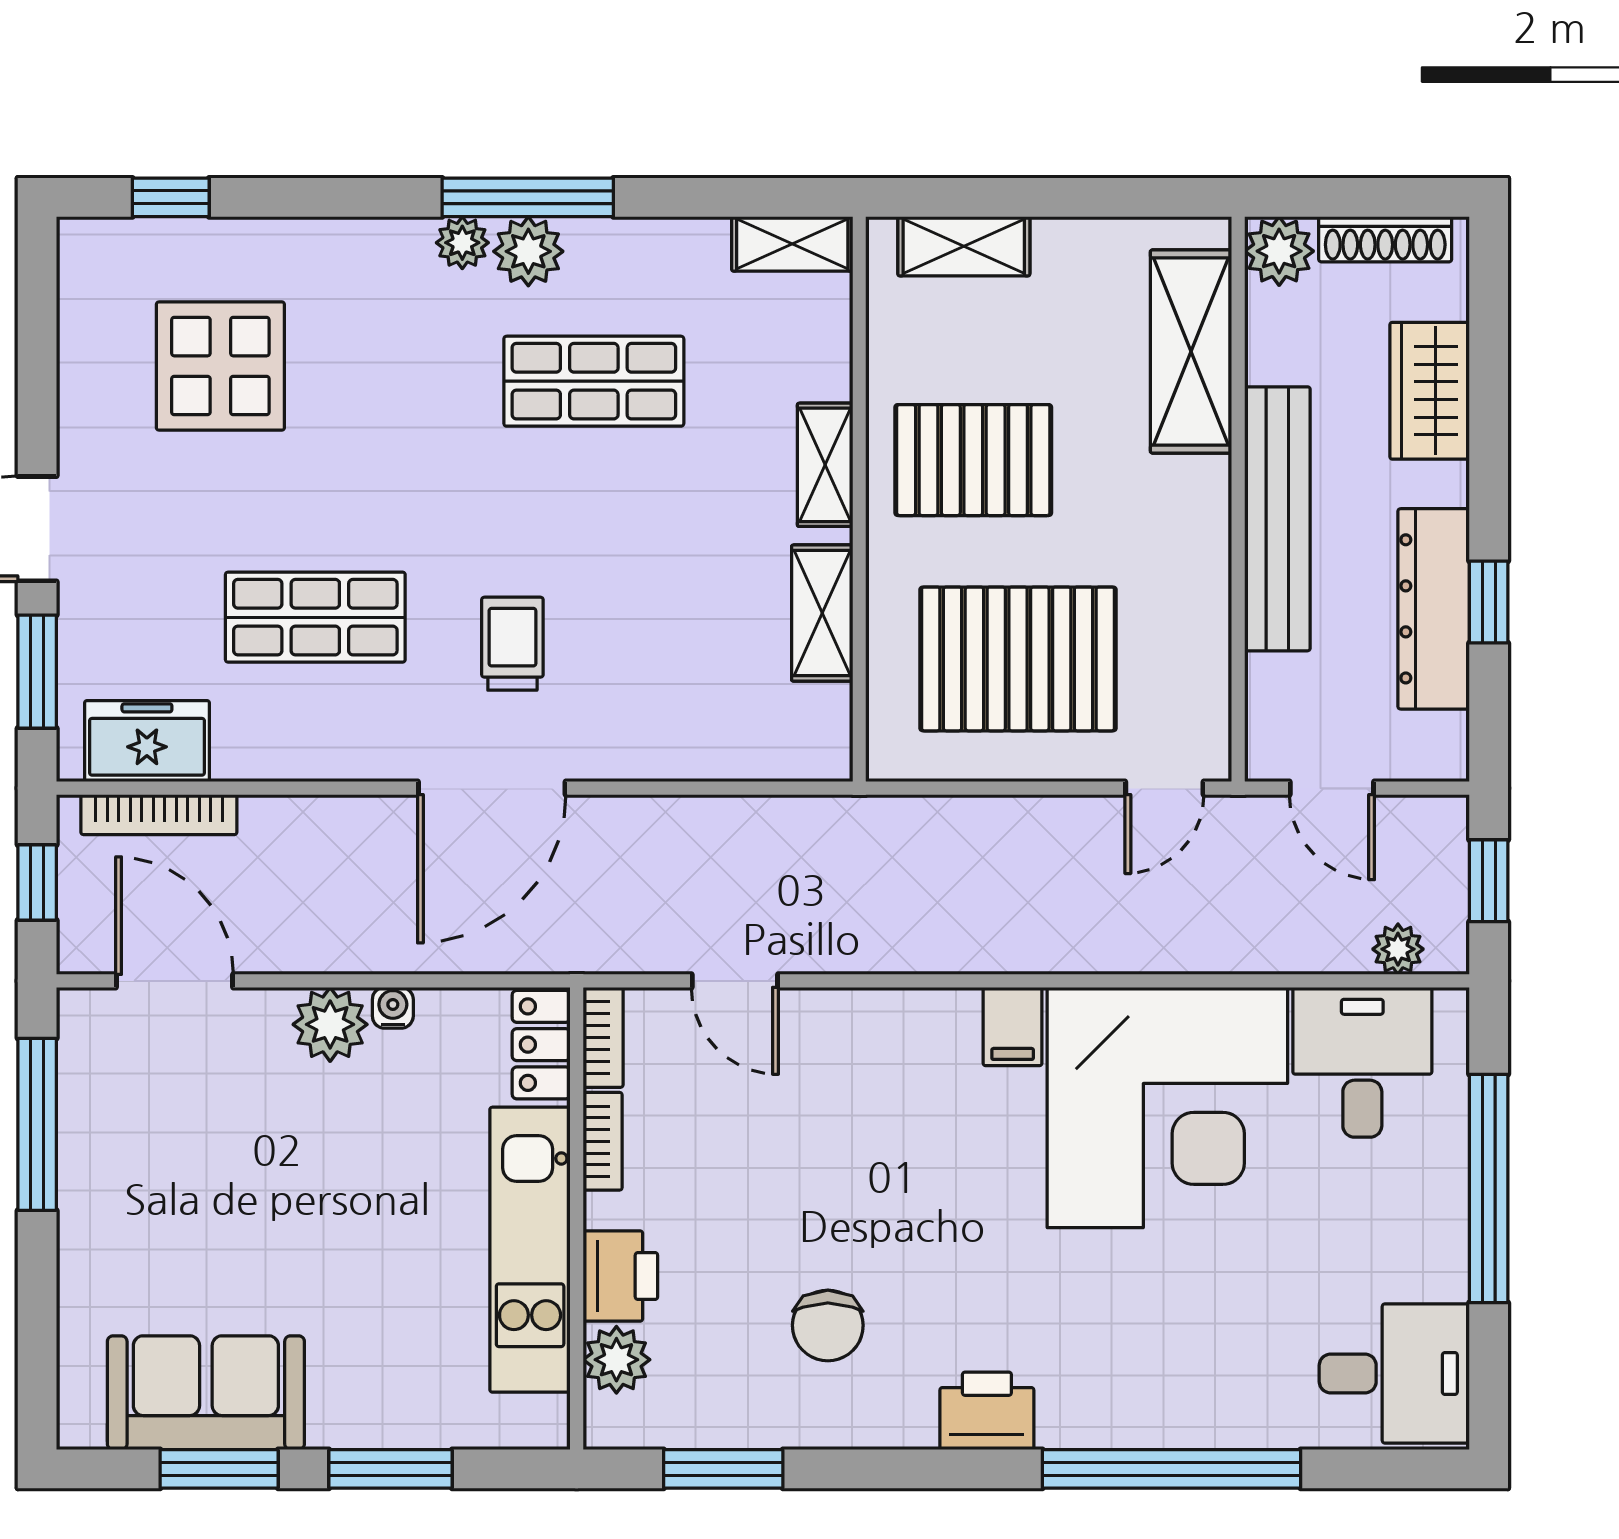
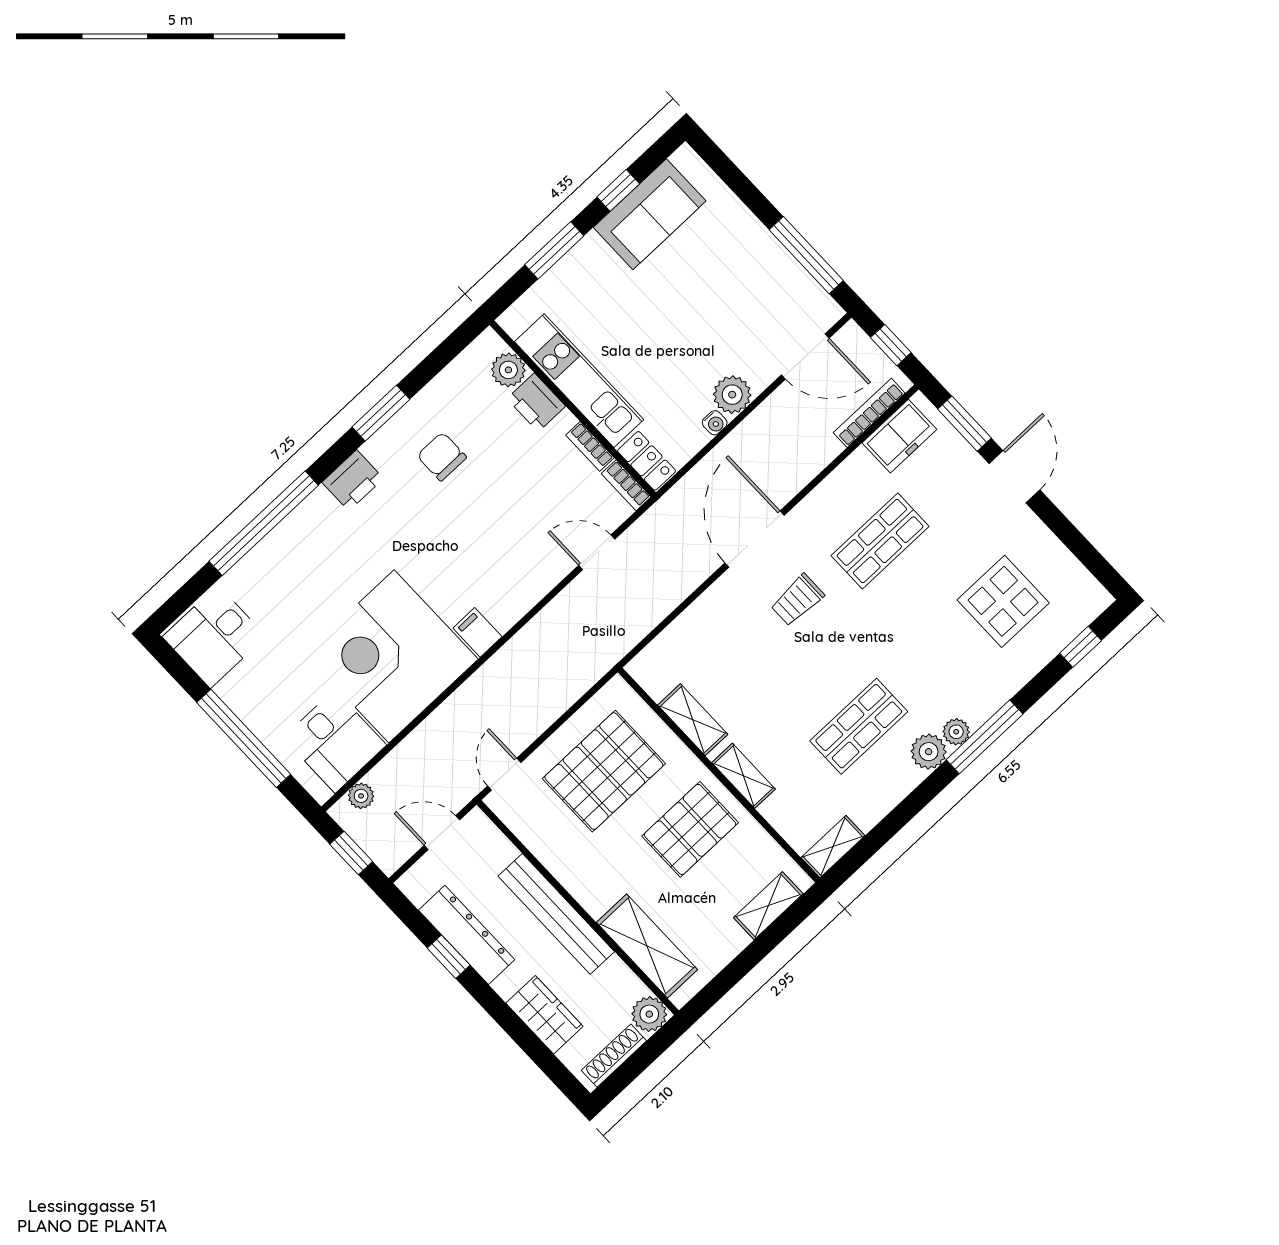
window: (528, 197) -> (985, 737), moved
trolley: (512, 644) -> (797, 600), turned 90
window: (219, 1469) -> (618, 190), width x0.67
window: (723, 1469) -> (381, 413), moved

